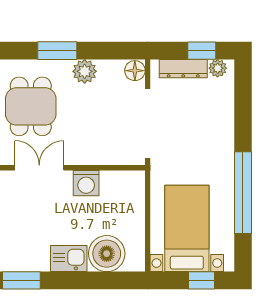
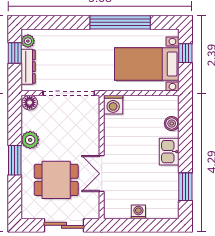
washing machine: (86, 183) -> (113, 105), moved, turned 90
boiler: (107, 254) -> (172, 124), width x0.54, depth x0.54

